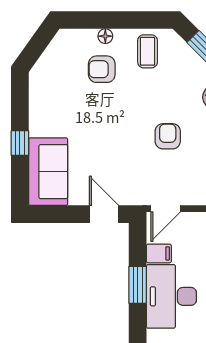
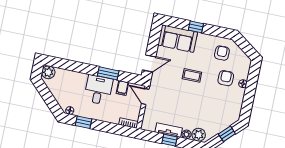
coffee table: (148, 51) -> (192, 75), moved
armchair: (168, 136) -> (222, 53), moved, turned -90
desk: (171, 296) -> (98, 90), width x0.73

